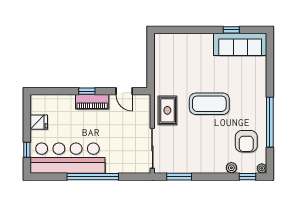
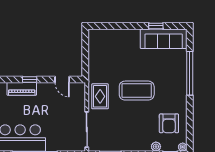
piano: (92, 102) -> (22, 89), moved
window: (270, 122) -> (190, 73), moved

